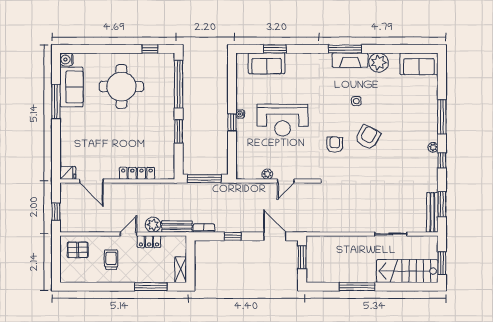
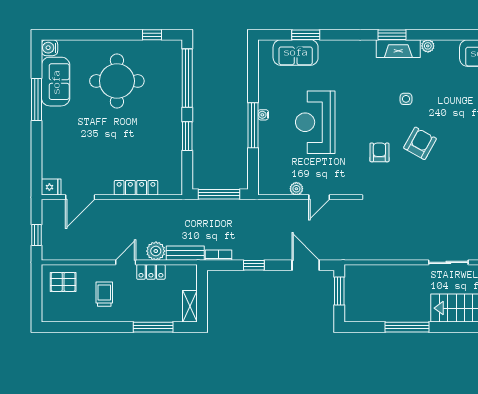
window: (345, 49) -> (392, 35), width x0.69
plant: (379, 63) -> (428, 46), width x0.53, depth x0.53
reception desk: (283, 120) -> (315, 122), turned 90
window: (232, 122) -> (253, 125), width x2.17
door: (91, 181) -> (80, 197), hinge flipped

